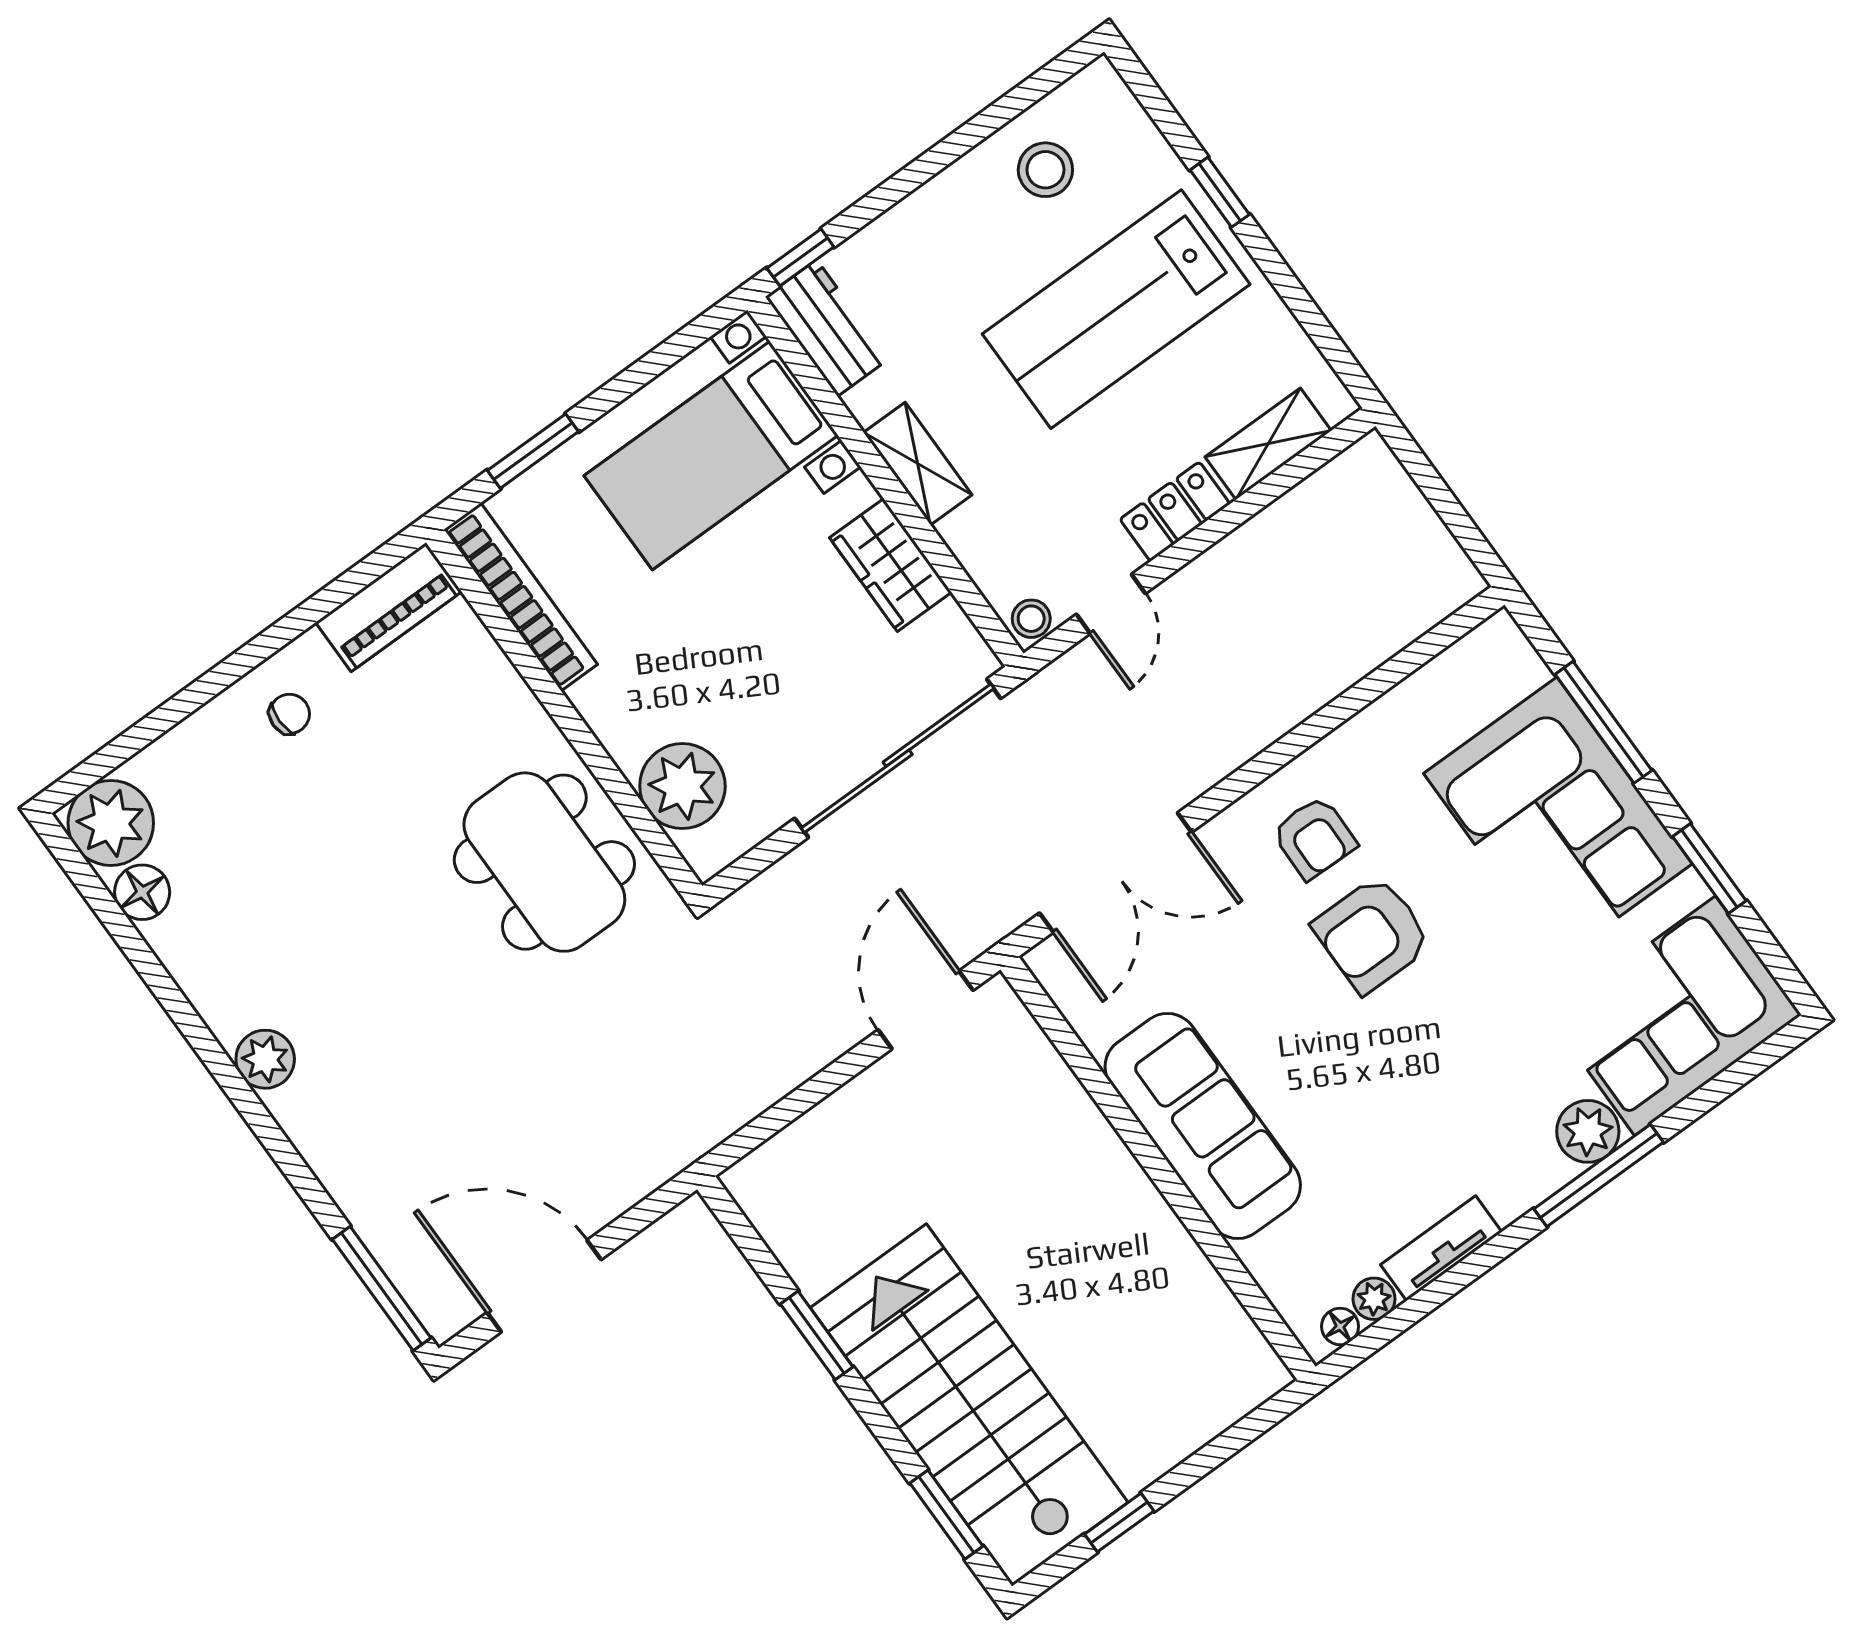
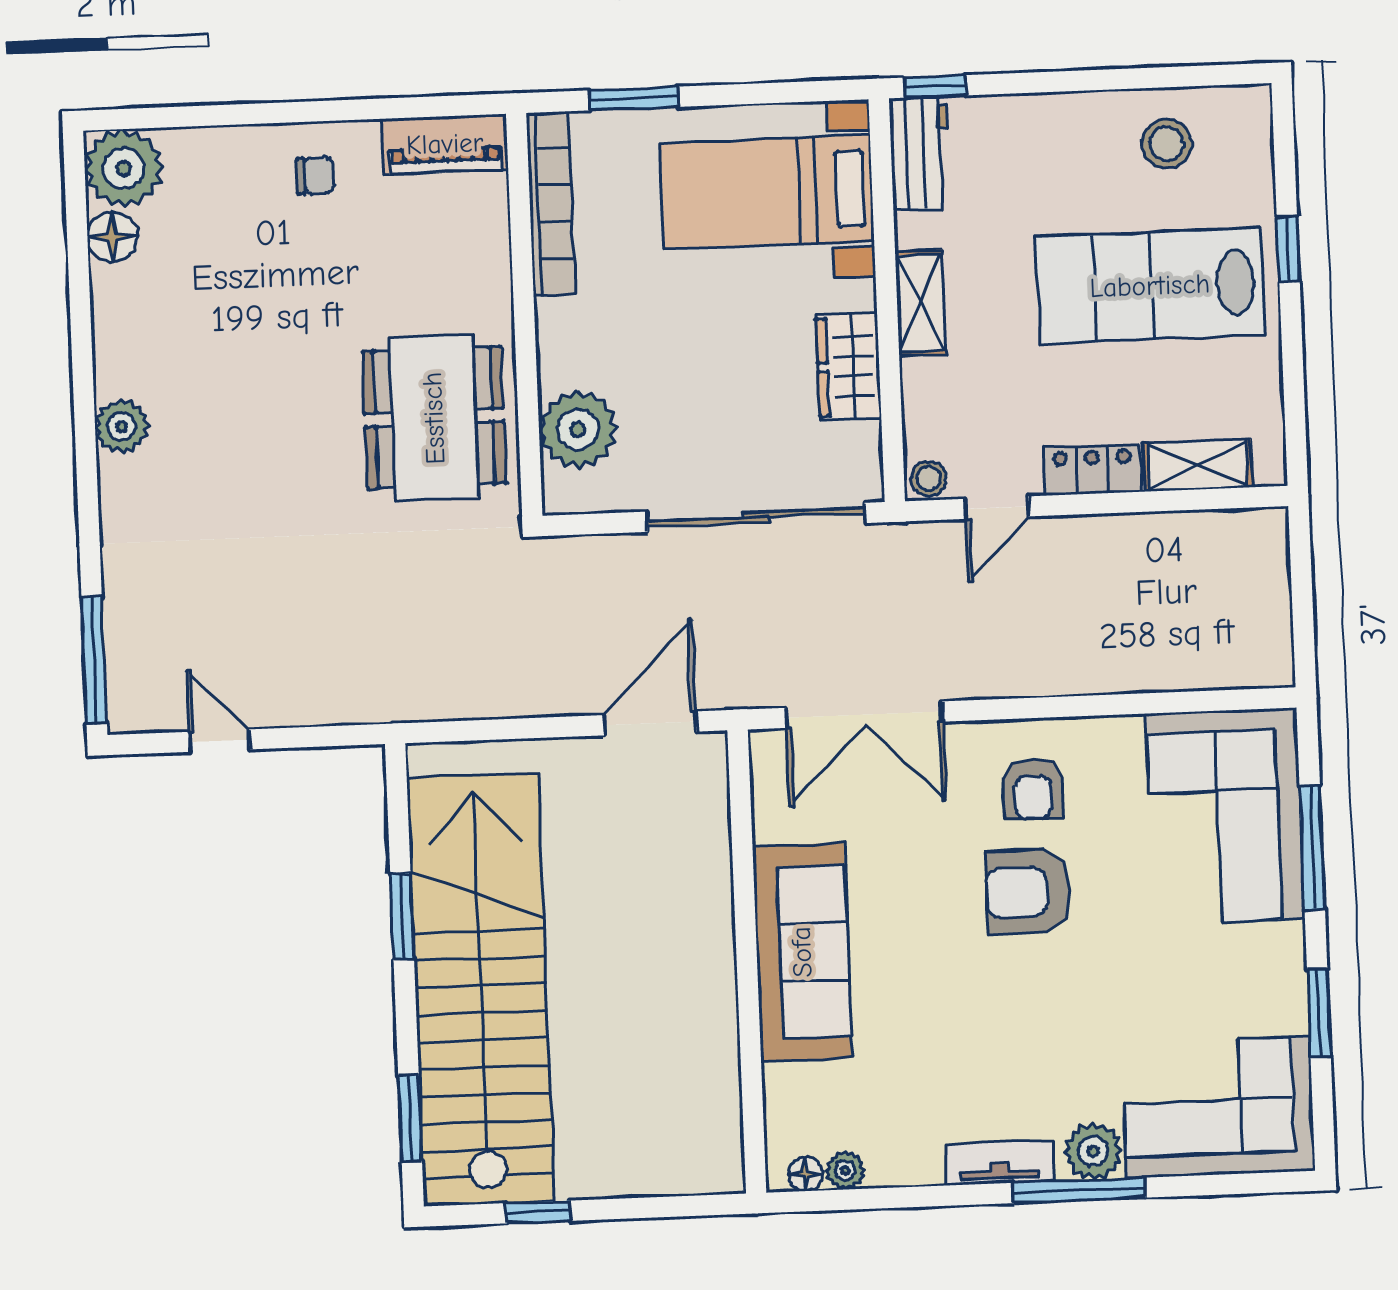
corner sofa: (1558, 819) -> (1225, 816), moved
tv unit: (1441, 1248) -> (1000, 1163), moved
door: (544, 1286) -> (219, 741), width x0.53
stairs: (969, 1405) -> (481, 989), width x1.36

